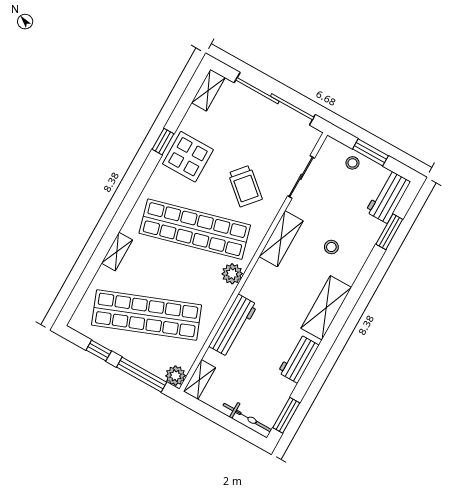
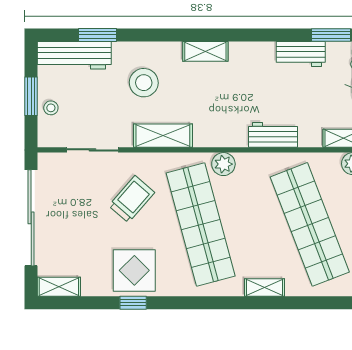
workbench: (388, 197) -> (74, 55), width x1.38
stool: (331, 247) -> (144, 83), width x1.89, depth x1.89
shelving: (326, 308) -> (205, 51), width x0.67, depth x0.75
workbench: (233, 326) -> (273, 135), width x0.73
workbench: (298, 359) -> (301, 54), moved

